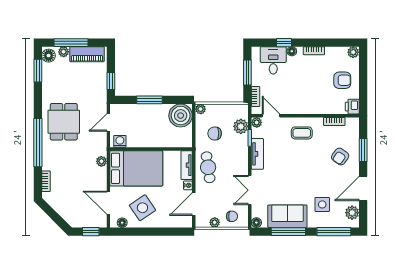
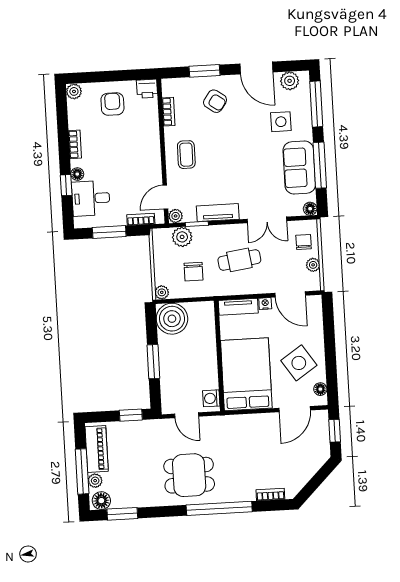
plant: (101, 161) -> (240, 422), removed
cafe table: (208, 167) -> (239, 260), moved

